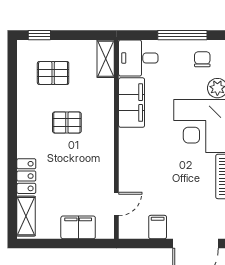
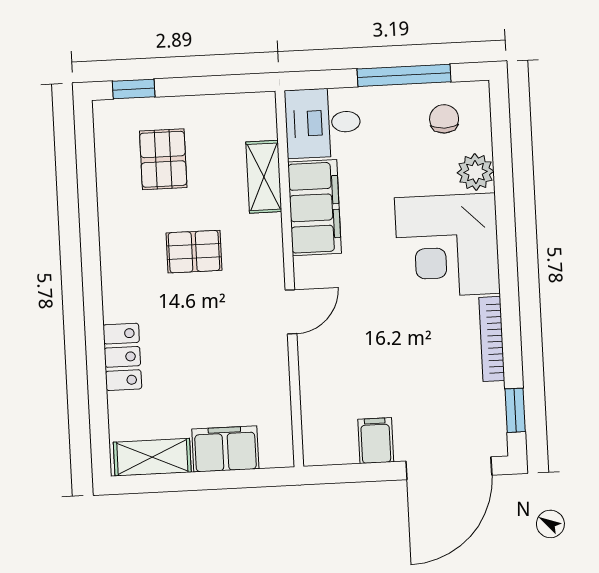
shelving: (106, 59) -> (264, 177), moved
pallet: (53, 73) -> (163, 159), turned 90
door: (116, 204) -> (291, 312), moved
shelving: (26, 216) -> (152, 457), moved, turned 90

